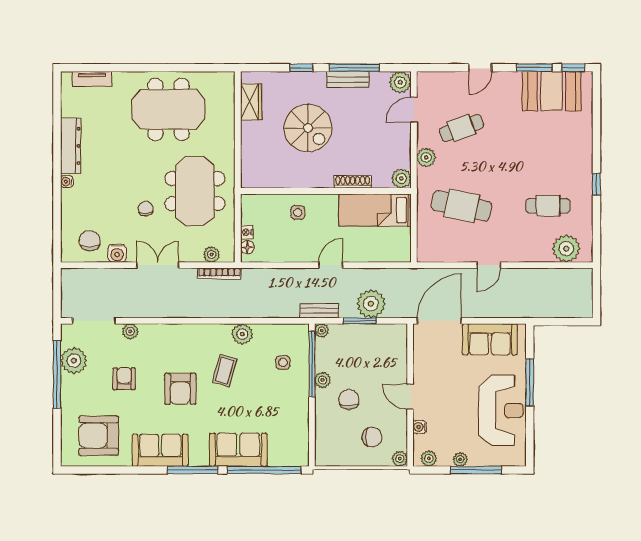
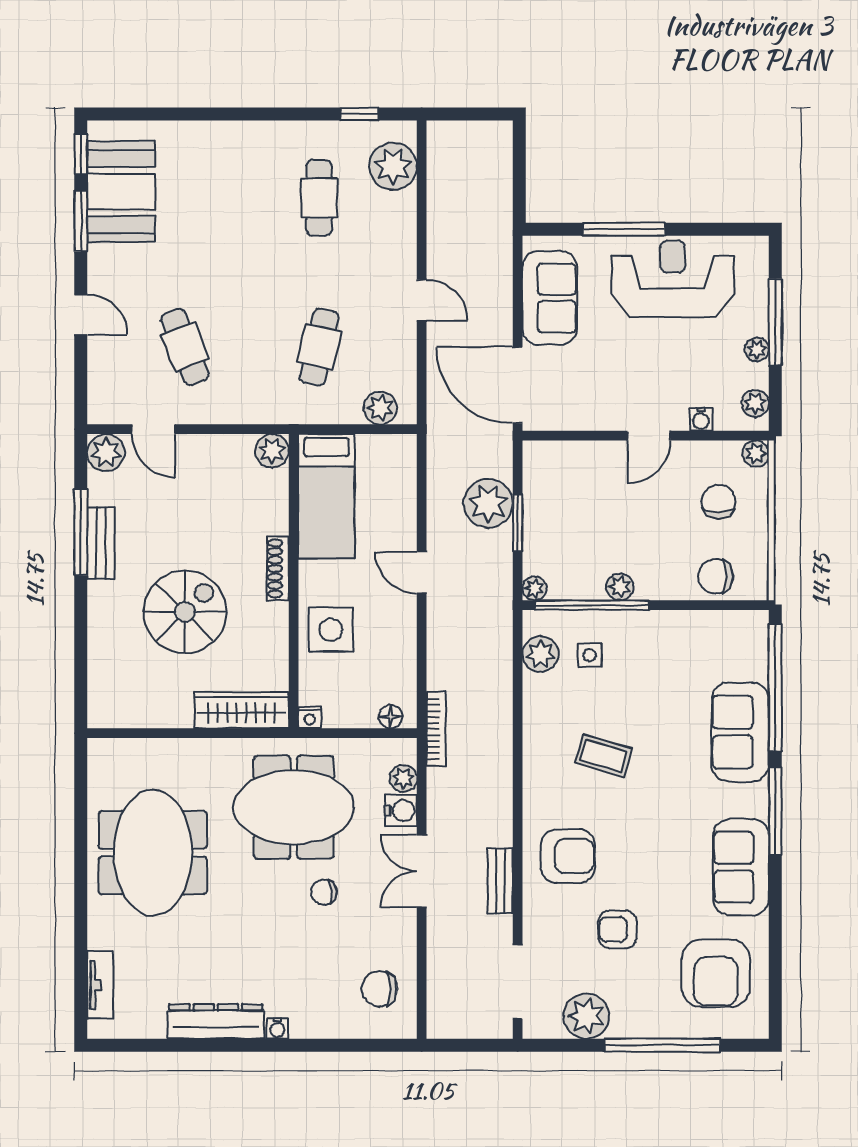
window: (301, 68) -> (81, 624), removed
wardrobe: (251, 102) -> (242, 710), moved, width x1.50
plant: (426, 157) -> (380, 408), moved
shoe rack: (353, 182) -> (278, 568), moved
window: (597, 184) -> (359, 114), moved
cafe table: (462, 206) -> (319, 347), width x0.73, depth x0.74
side table: (298, 213) -> (331, 630), width x1.87, depth x1.87
nightstand: (247, 232) -> (310, 718), moved
water cooler: (117, 253) -> (401, 810), moved
bookcase: (219, 274) -> (436, 729), moved
bench: (319, 311) -> (500, 881), moved
plant: (130, 331) -> (536, 919), removed
plant: (242, 334) -> (541, 654), moved
window: (57, 374) -> (662, 1045), moved
armchair: (180, 389) -> (568, 856), moved
chair: (349, 399) -> (716, 576), moved

